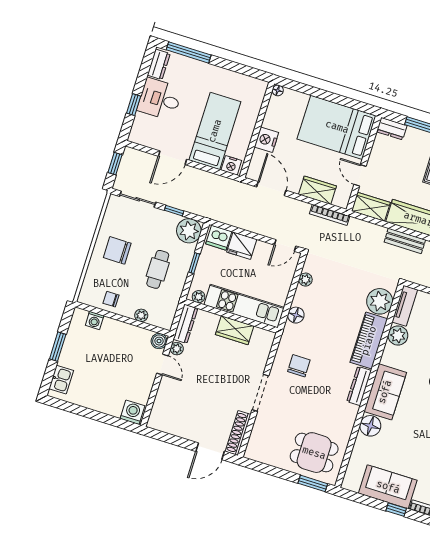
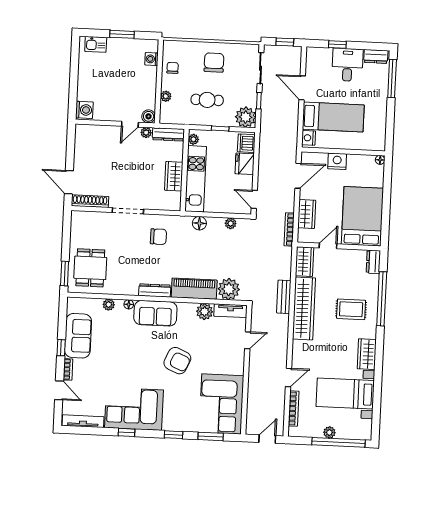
floor lamp: (370, 426) -> (129, 304), width x0.53, depth x0.53
plant: (361, 443) -> (109, 305), added

